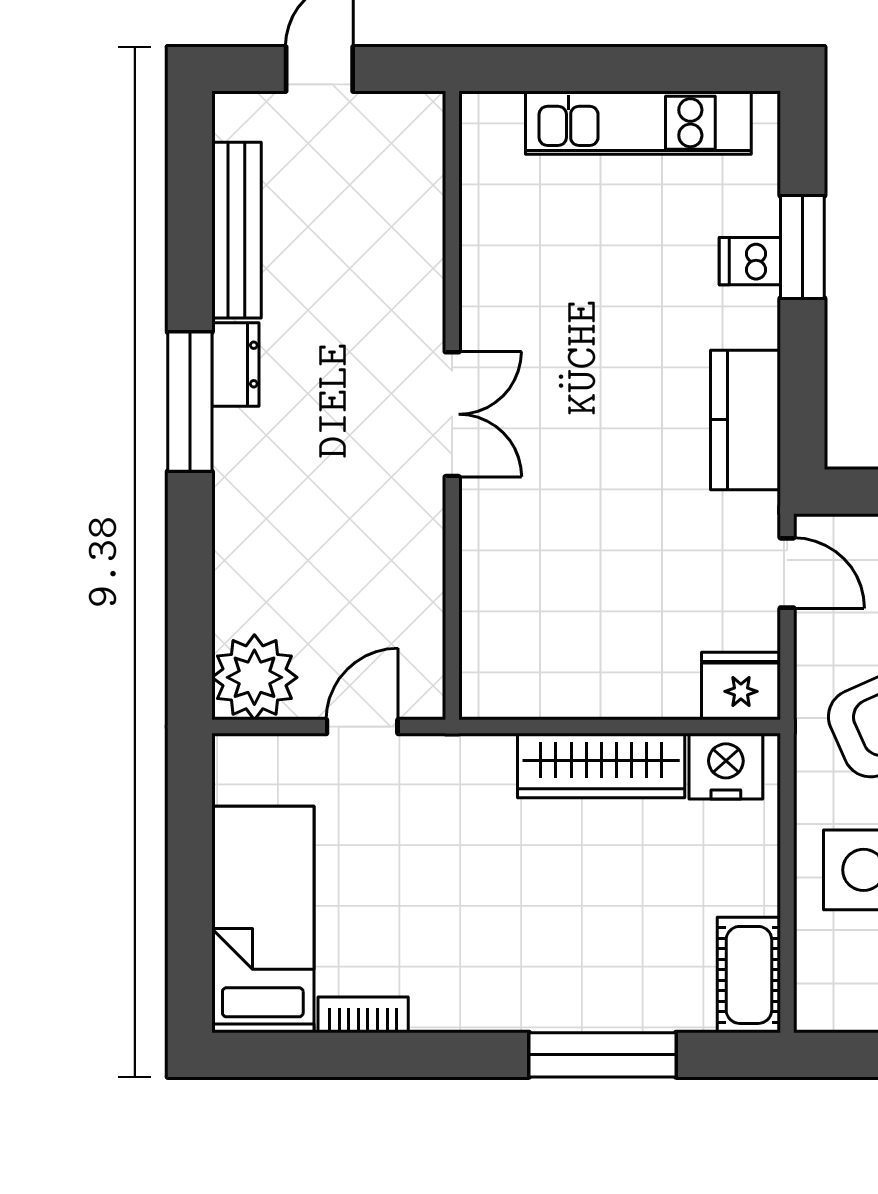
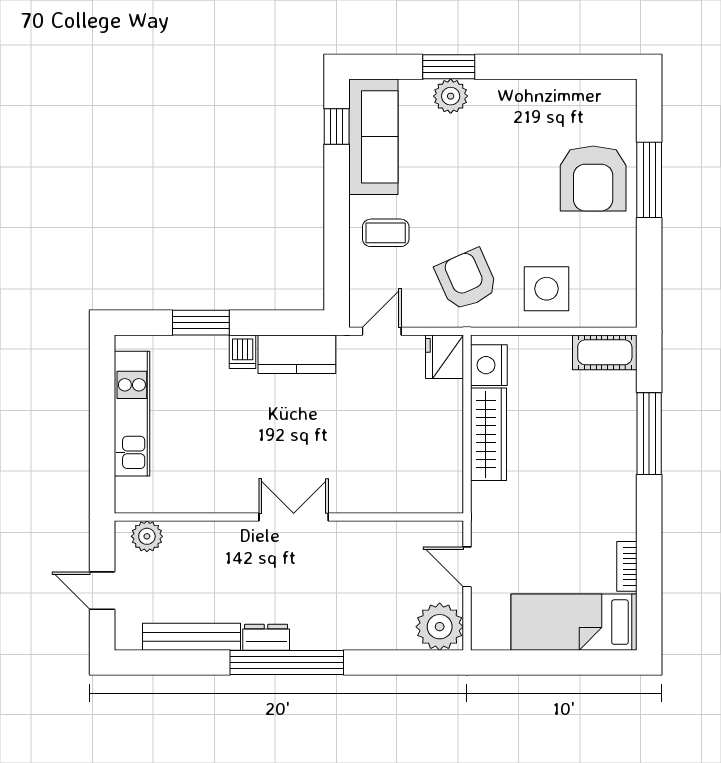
plant: (417, 150) -> (147, 536), added
dishwasher: (750, 261) -> (243, 352), moved
window: (190, 402) -> (287, 663), width x1.46

